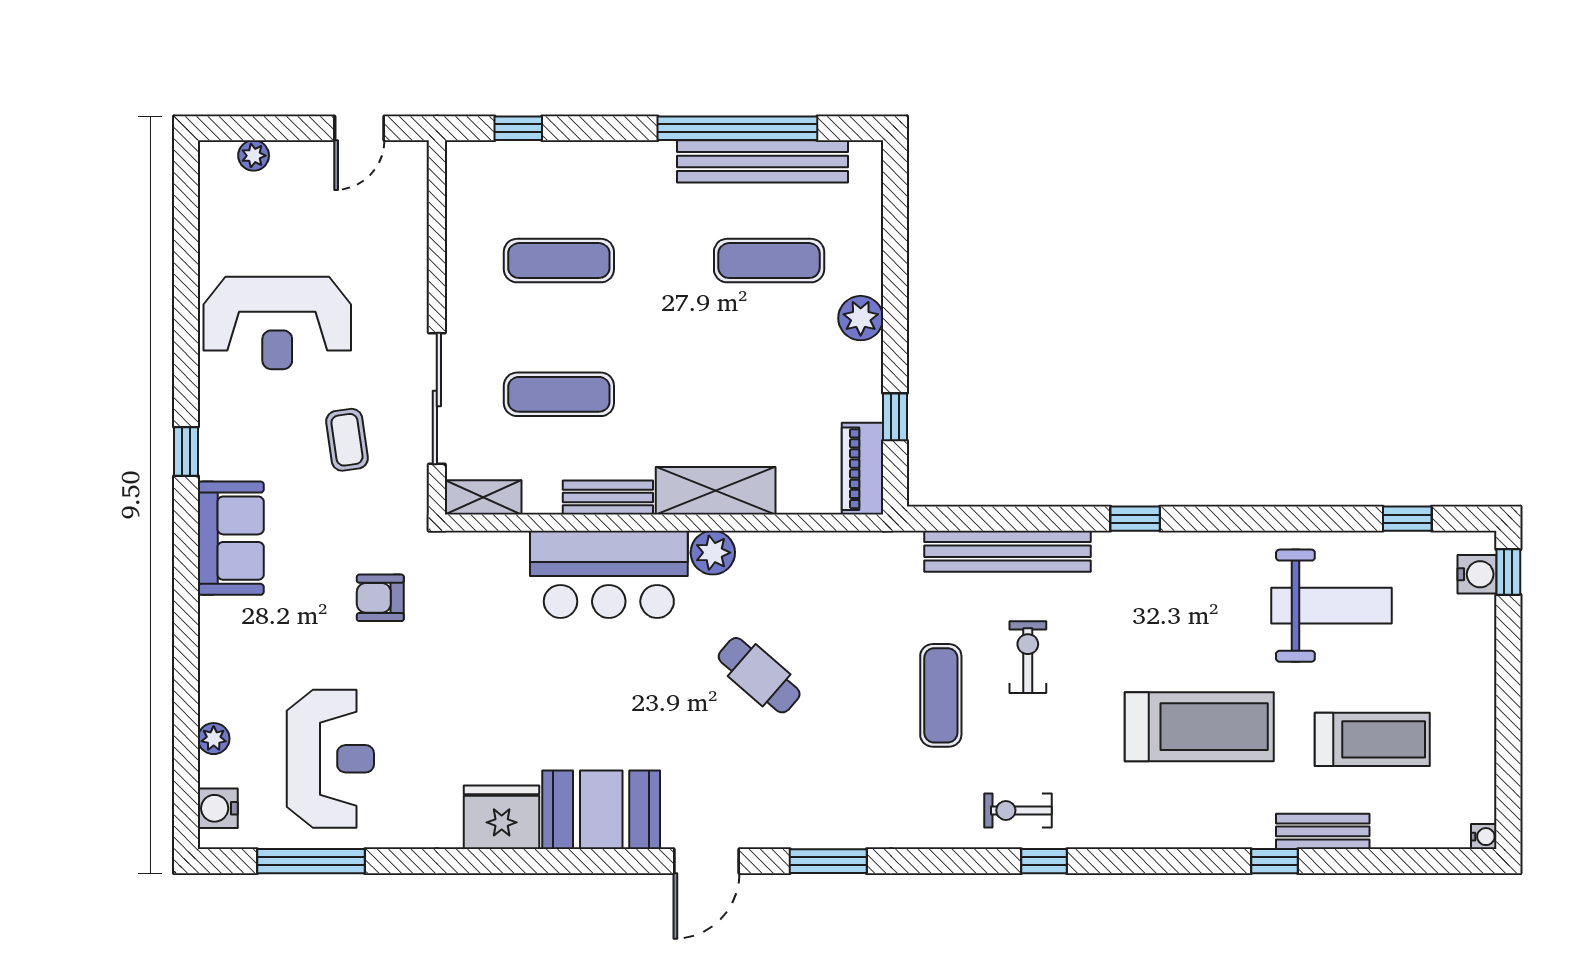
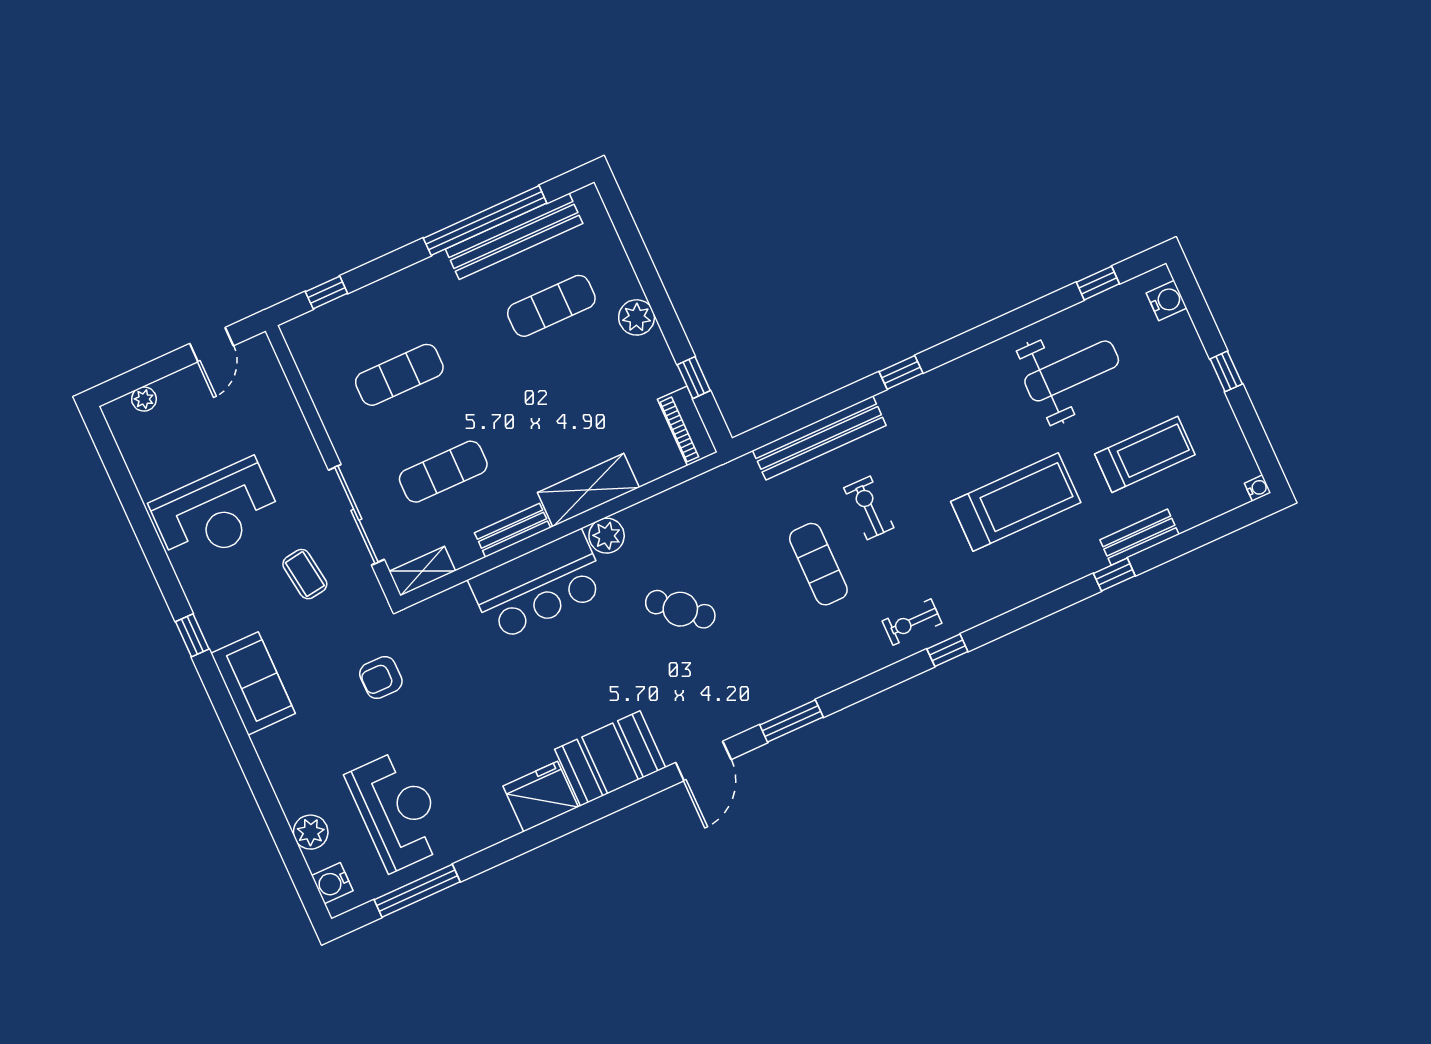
window: (1508, 572) -> (1226, 371), moved
plant: (214, 739) -> (311, 832), width x1.38, depth x1.38

